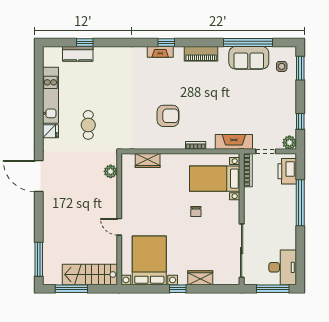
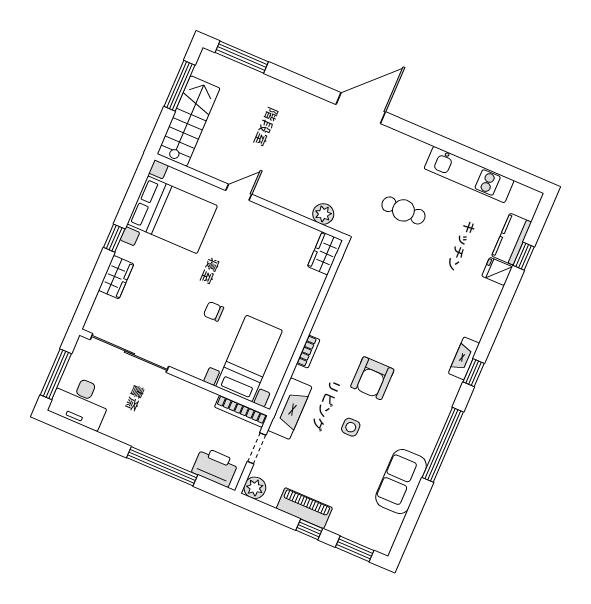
window: (248, 43) -> (443, 445), moved
piano: (201, 54) -> (304, 508), moved, turned 90
side table: (282, 66) -> (351, 427), moved
armchair: (168, 116) -> (372, 378), moved
window: (300, 121) -> (309, 529), moved
fridge: (50, 131) -> (497, 271), moved, turned 90
wardrobe: (148, 160) -> (325, 253), moved

